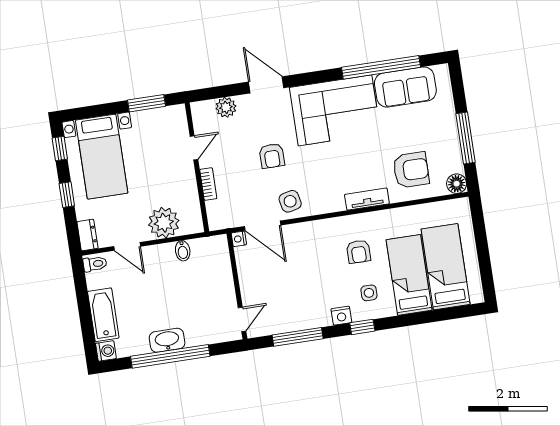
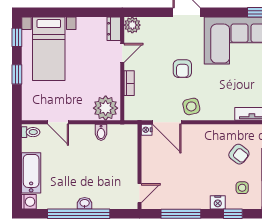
window: (146, 103) -> (90, 12), removed
plant: (226, 107) -> (132, 25), moved
plant: (164, 223) -> (106, 108), moved
dresser: (87, 235) -> (114, 29), moved, turned 180
armchair: (359, 252) -> (239, 154), turned -52
washbasin: (167, 340) -> (85, 203), width x0.52, depth x0.69

